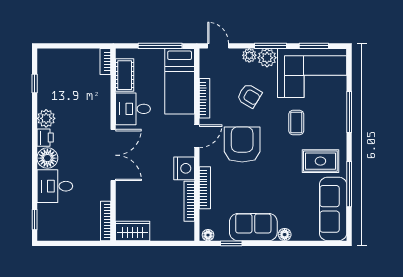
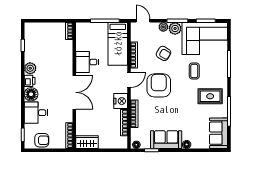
cot: (125, 75) -> (82, 40), removed
sofa: (333, 209) -> (218, 133), width x0.73
armchair: (64, 228) -> (42, 140), added

